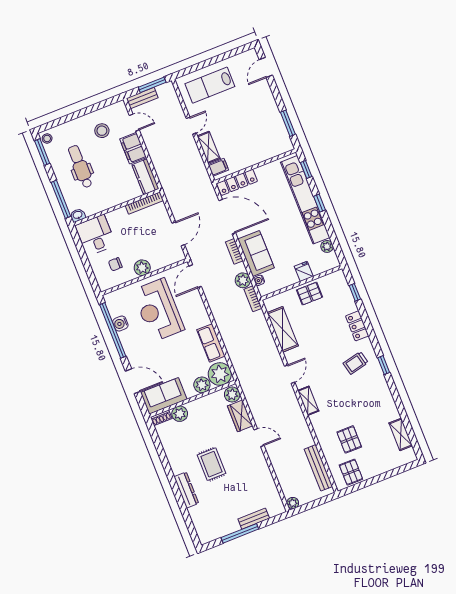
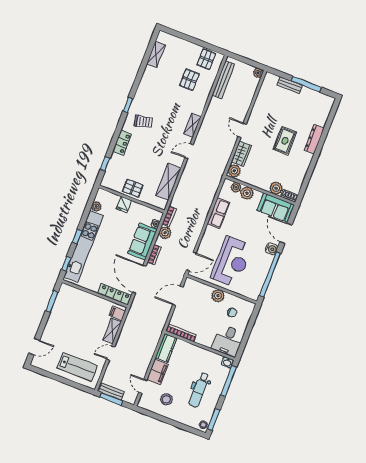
bench: (142, 98) -> (111, 391), moved
water cooler: (120, 324) -> (272, 249), moved
plant: (220, 374) -> (236, 187), width x0.53, depth x0.53

